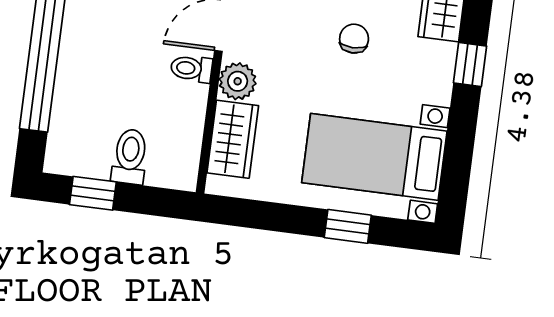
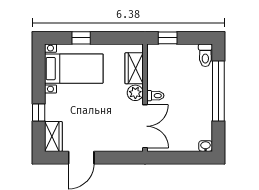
chair: (354, 39) -> (89, 117), removed
toilet: (130, 157) -> (205, 55), moved
window: (93, 193) -> (168, 38), moved

